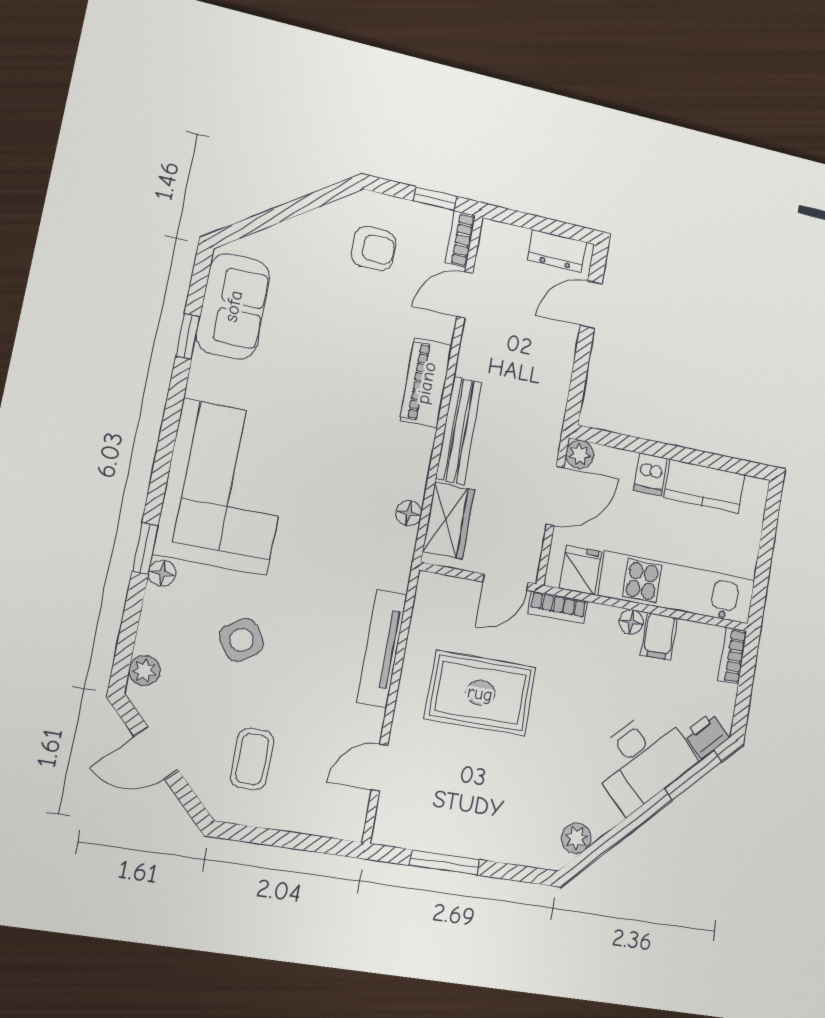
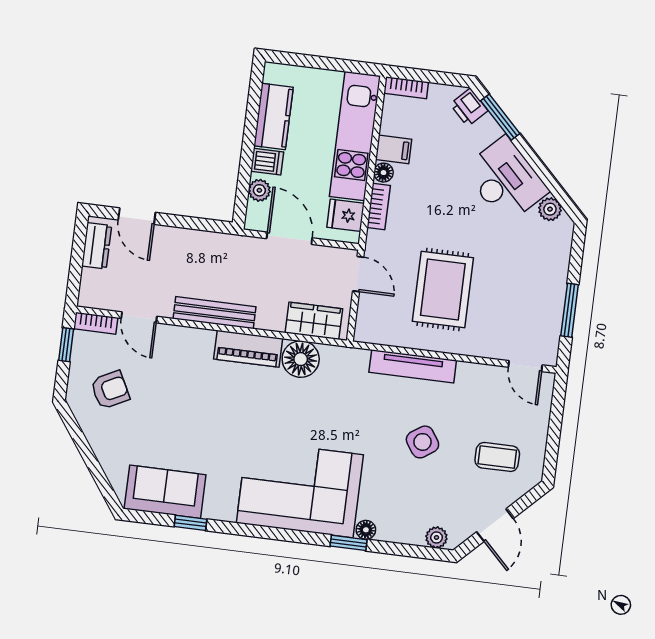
armchair: (373, 248) -> (110, 390), turned 63
piano: (426, 383) -> (248, 349), moved
bench: (459, 431) -> (214, 313), moved
plant: (580, 454) -> (259, 190), moved
floor lamp: (409, 513) -> (301, 359), width x1.89, depth x1.89
bookcase: (558, 608) -> (379, 206), moved
side table: (241, 640) -> (422, 442), moved
desk: (642, 760) -> (506, 180), moved
door: (380, 767) -> (525, 366), moved

